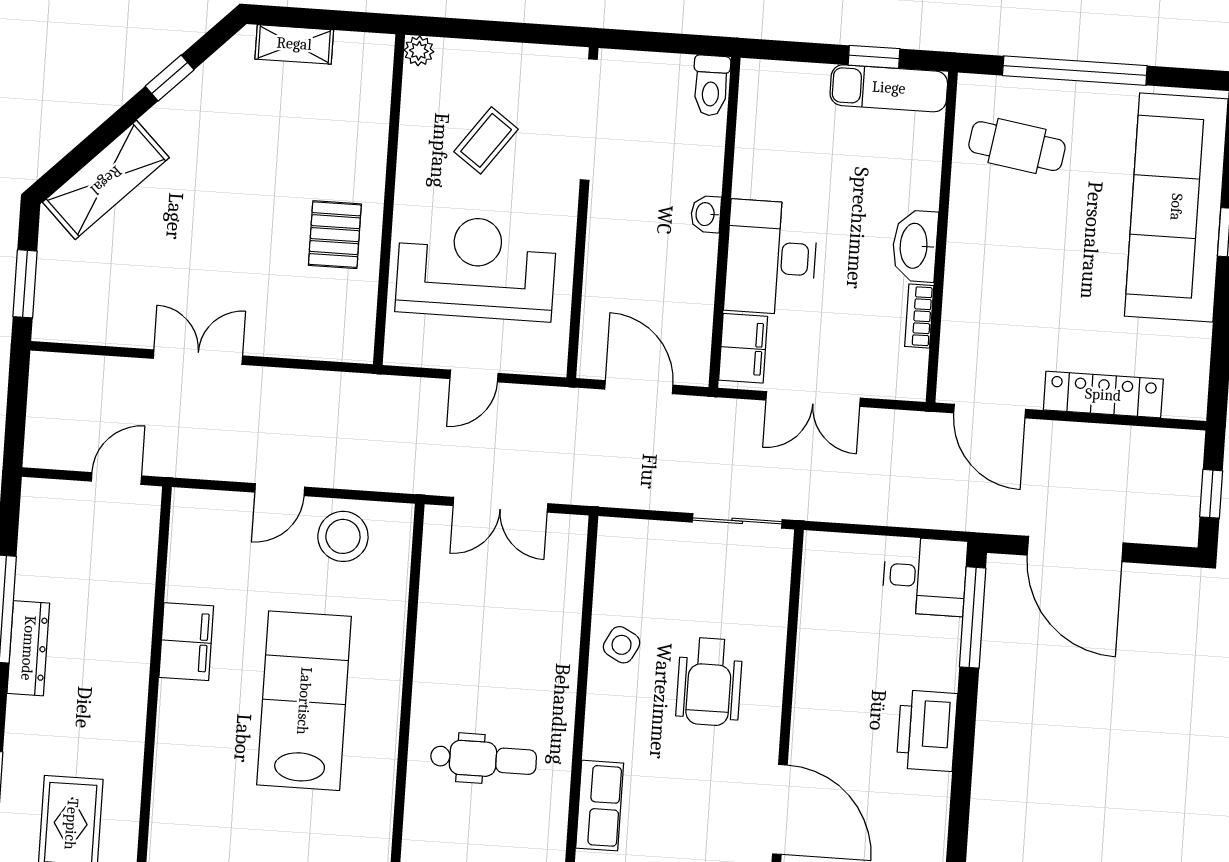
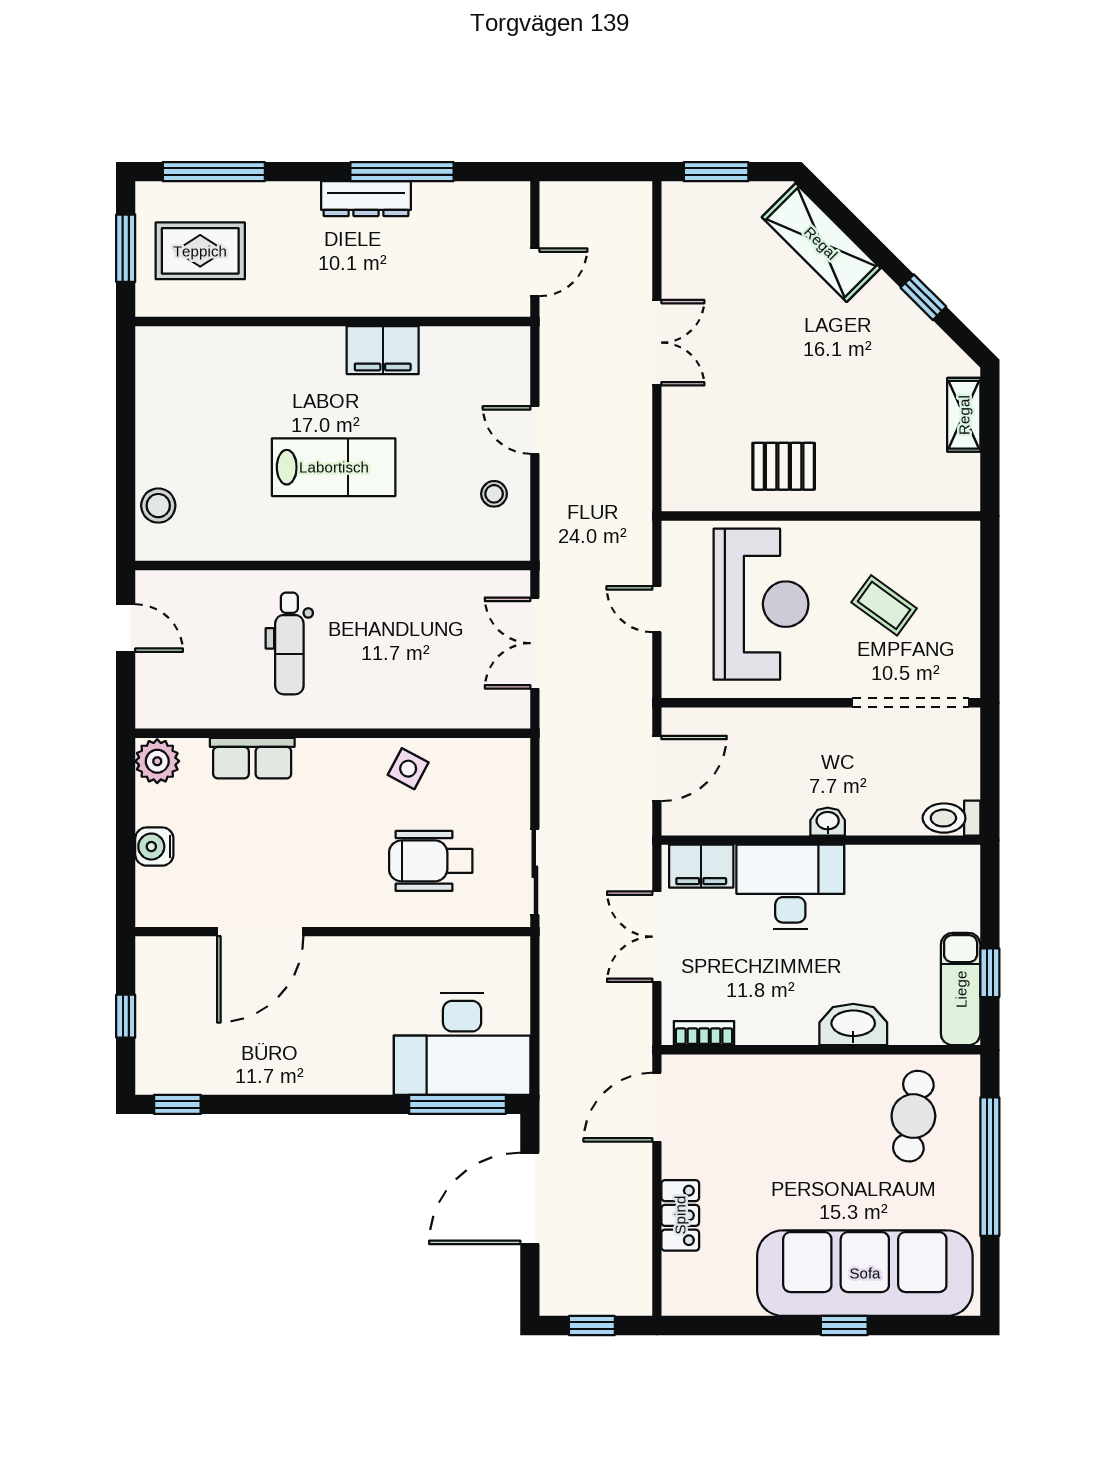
plant: (419, 51) -> (966, 535), removed
washbasin: (915, 246) -> (853, 1025), moved
bookcase: (919, 316) -> (704, 1033), moved
locker: (1103, 395) -> (680, 1215), width x0.66
door: (116, 479) -> (535, 272), hinge flipped
stool: (343, 536) -> (494, 494), width x0.53, depth x0.53
desk: (925, 576) -> (462, 1044), width x1.87, depth x1.30
wheelchair: (709, 682) -> (431, 861), moved
lab bench: (304, 701) -> (334, 467), width x0.73, depth x0.72
printer: (927, 731) -> (346, 1068), removed

